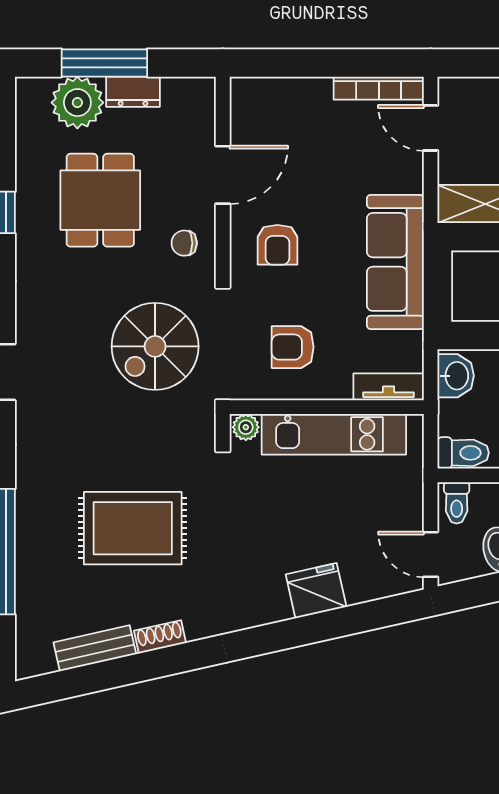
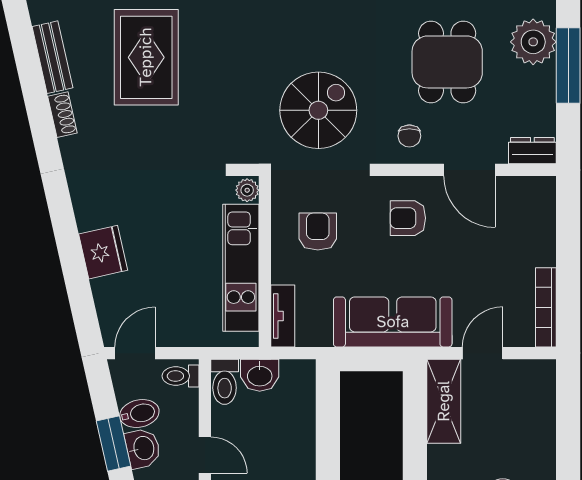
dresser: (133, 92) -> (532, 151), moved, turned 90
door: (431, 128) -> (483, 353), moved
dining table: (100, 200) -> (447, 62), turned 90
chair: (184, 243) -> (409, 136), turned 180
spiral stairs: (155, 346) -> (318, 110), turned 90
washbasin: (456, 376) -> (260, 375), moved
rug: (133, 528) -> (146, 57), moved

